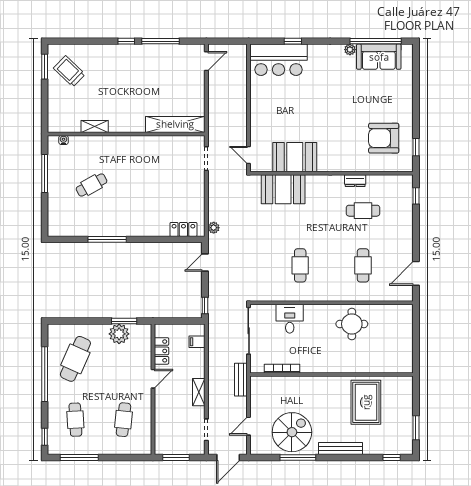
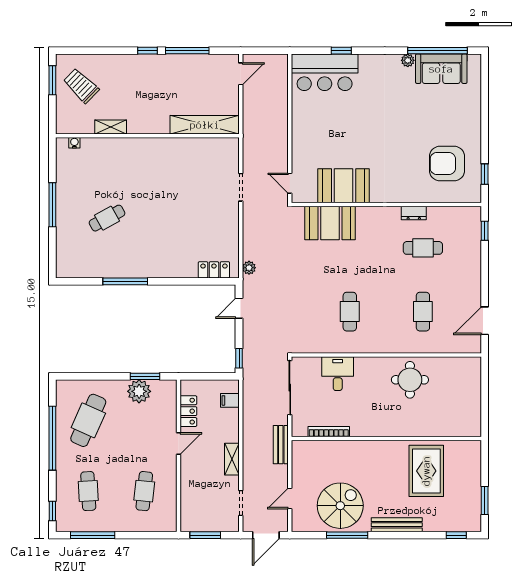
shelving: (175, 124) -> (205, 125), moved
shelving: (95, 126) -> (111, 127), moved
wall: (126, 134) -> (147, 136), moved
water cooler: (63, 140) -> (74, 143), moved

